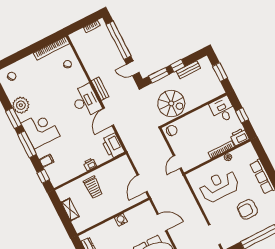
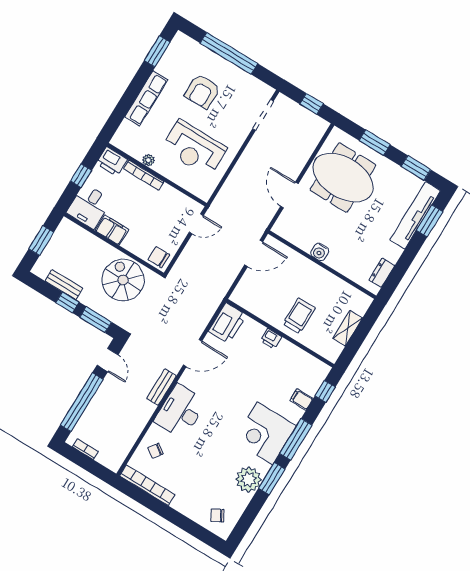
desk: (86, 101) -> (180, 411), moved
filing cabinet: (202, 114) -> (112, 230), added
armchair: (247, 209) -> (202, 91), turned 90

